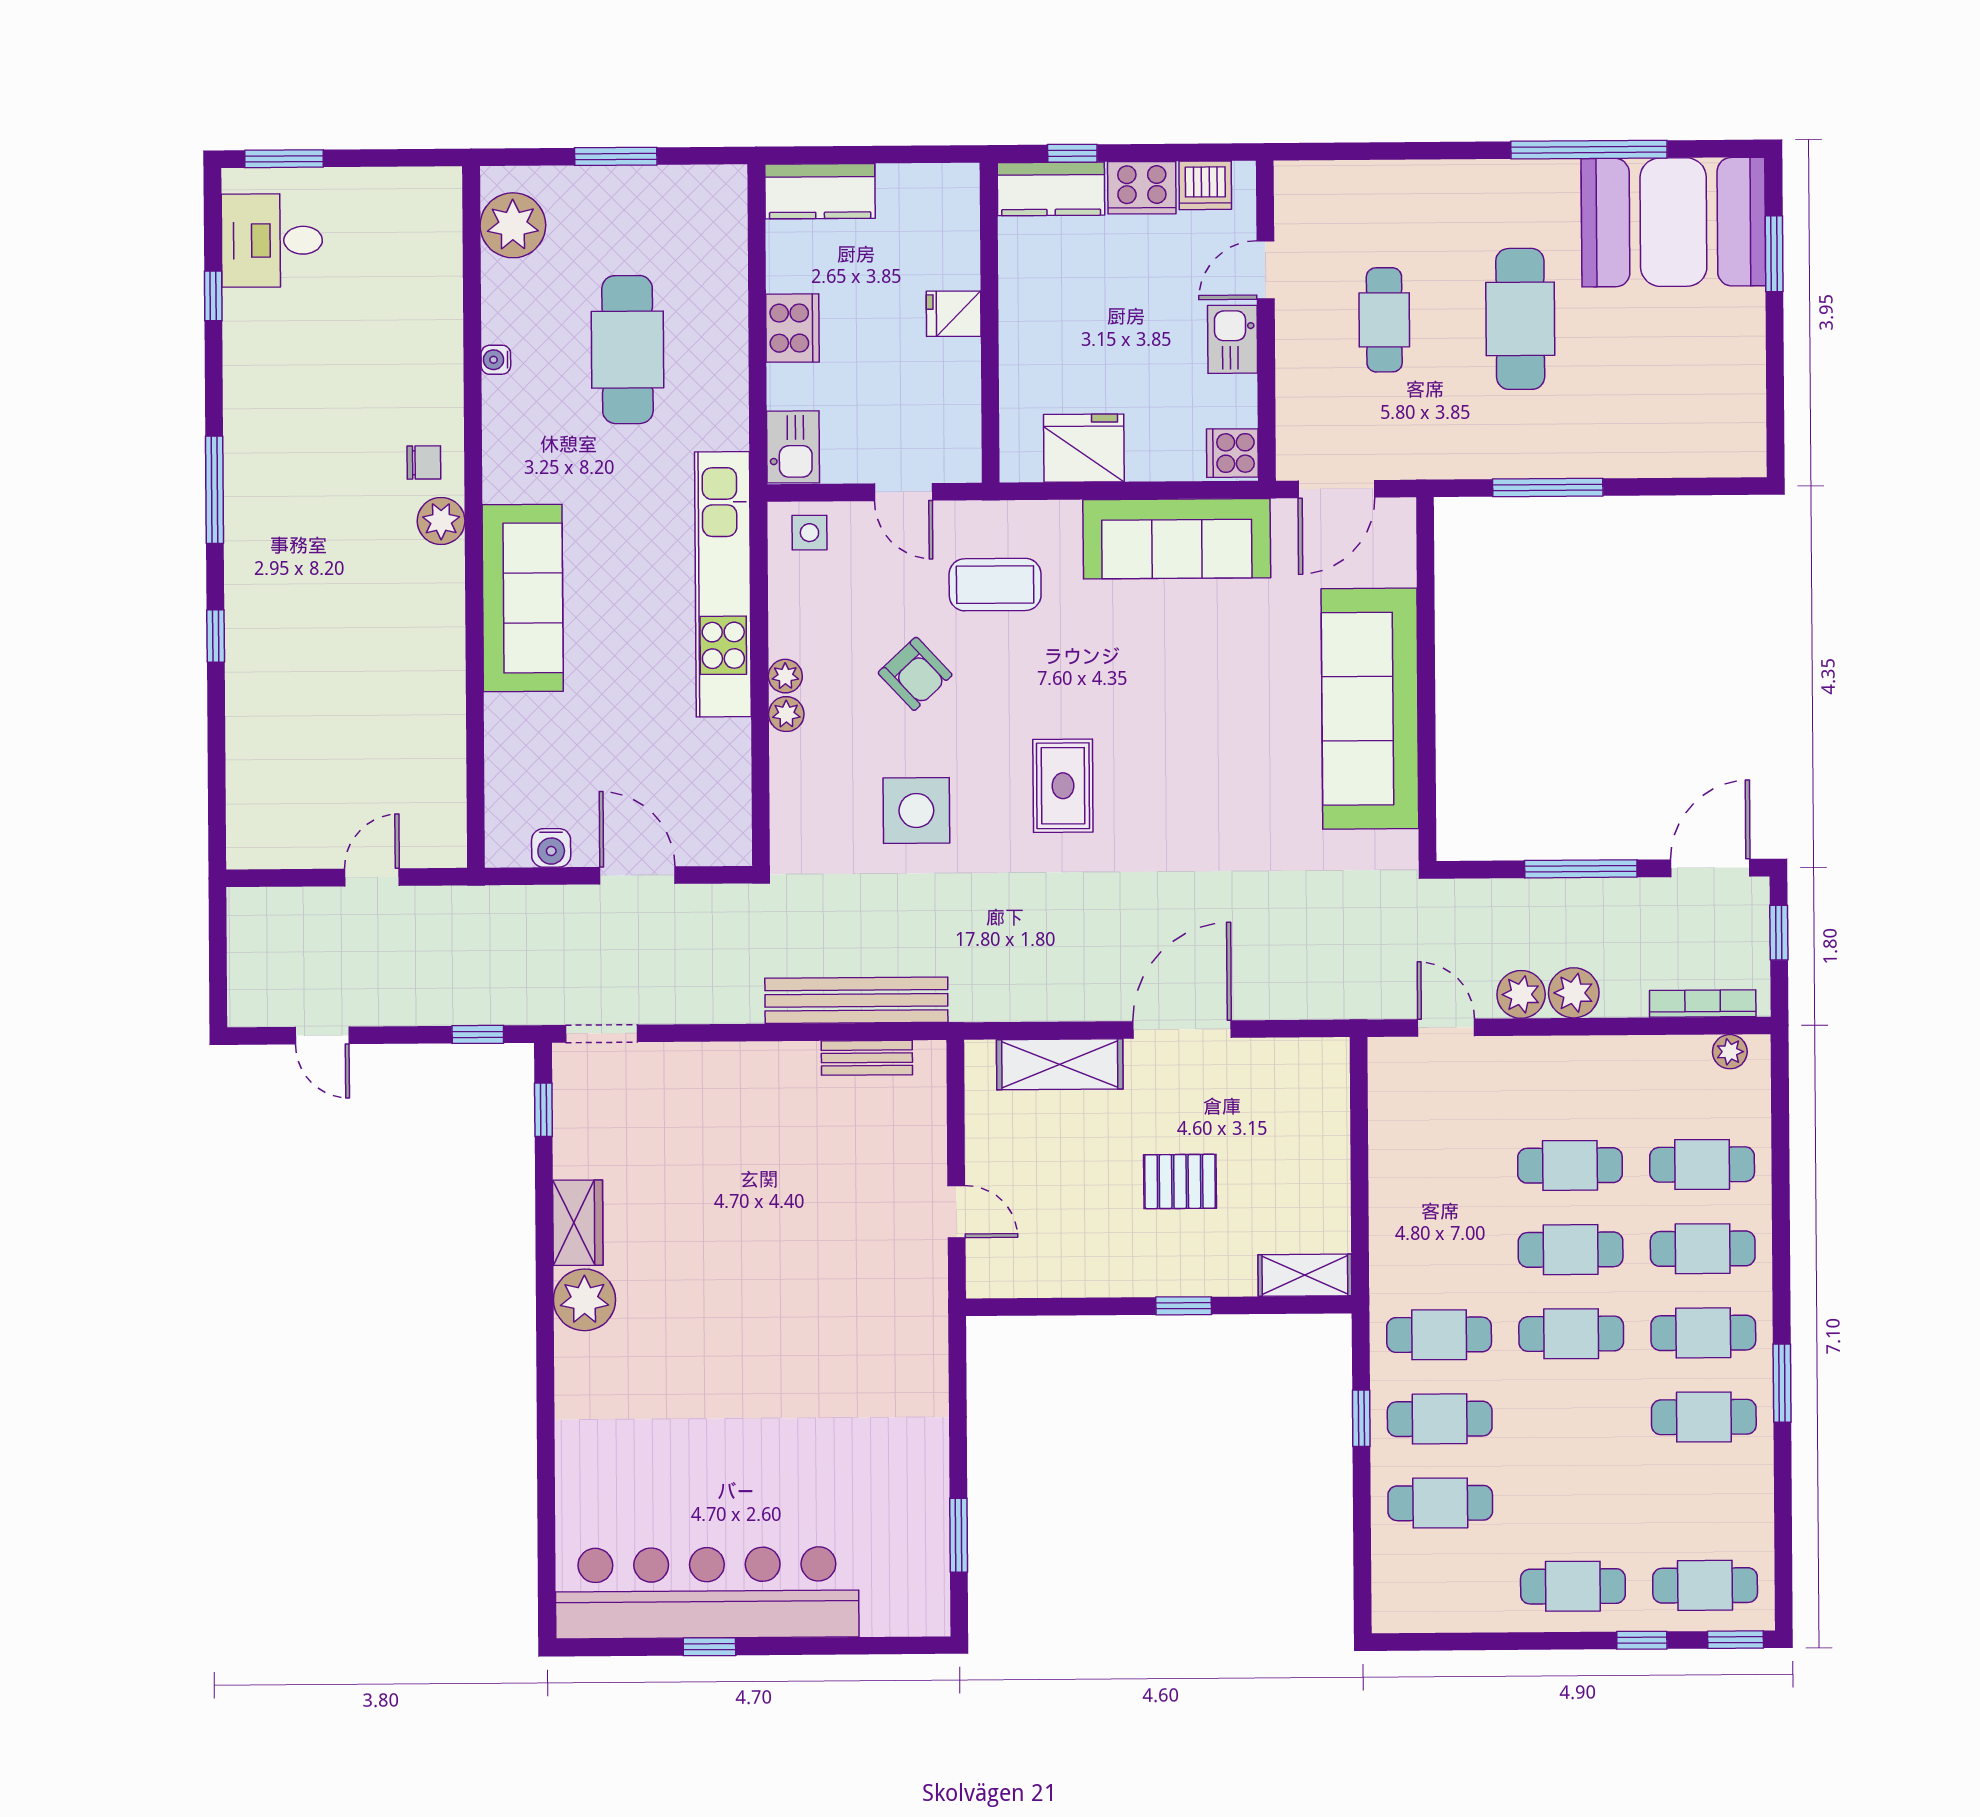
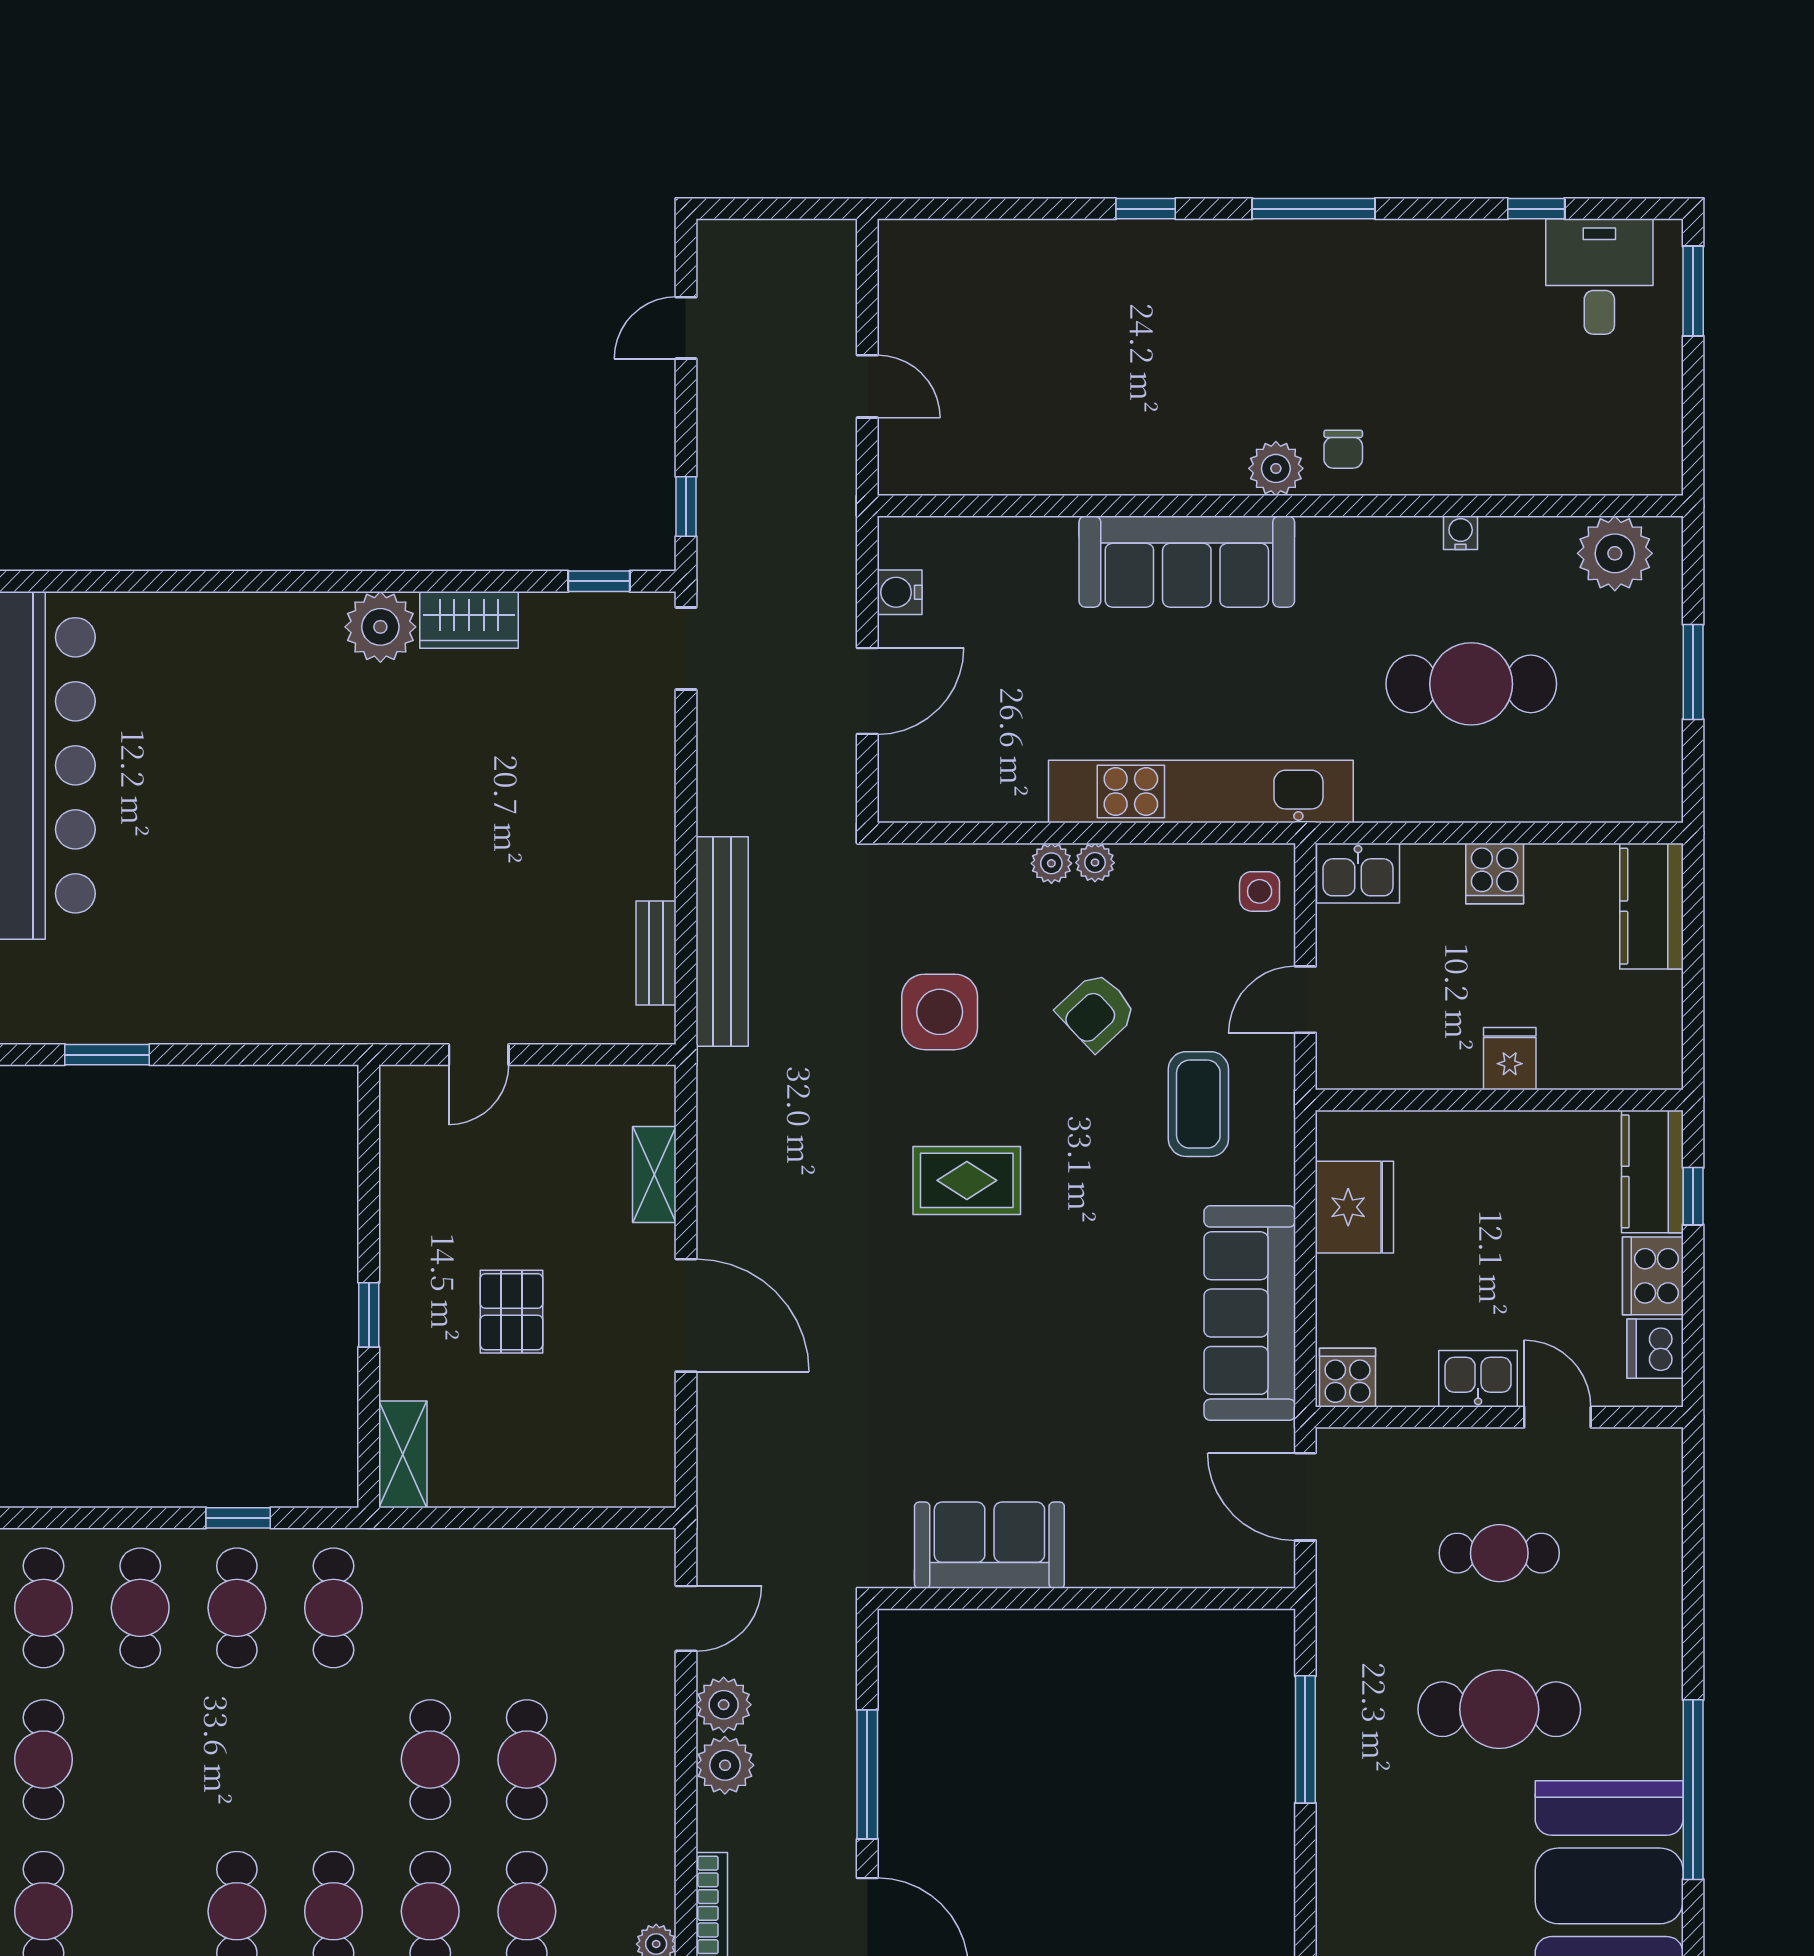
cooker: (792, 328) -> (1495, 873), width x0.73
sofa: (1370, 709) -> (989, 1545), width x0.54, depth x0.79
shelving: (1060, 1064) -> (654, 1174), width x0.67, depth x0.75
cafe table: (1571, 1334) -> (44, 1608), moved

